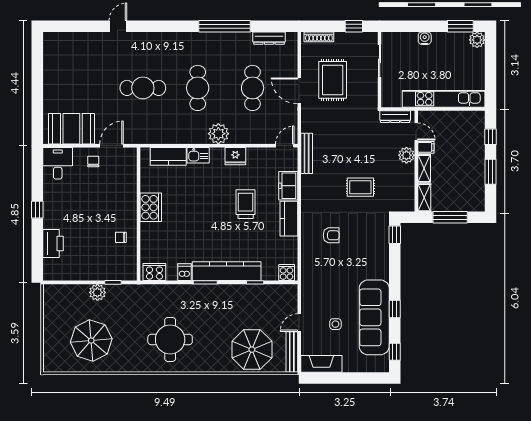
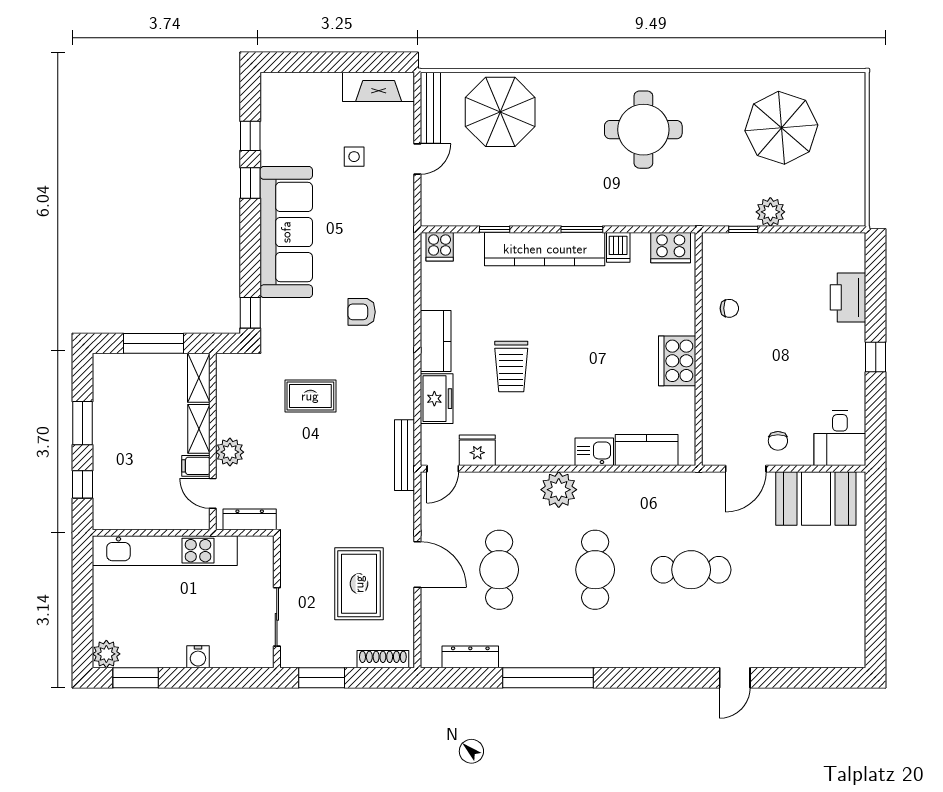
window: (354, 26) -> (322, 678), width x1.50
fridge: (235, 156) -> (477, 450), moved
sofa: (374, 317) -> (286, 232), moved
window: (395, 352) -> (250, 136), moved

